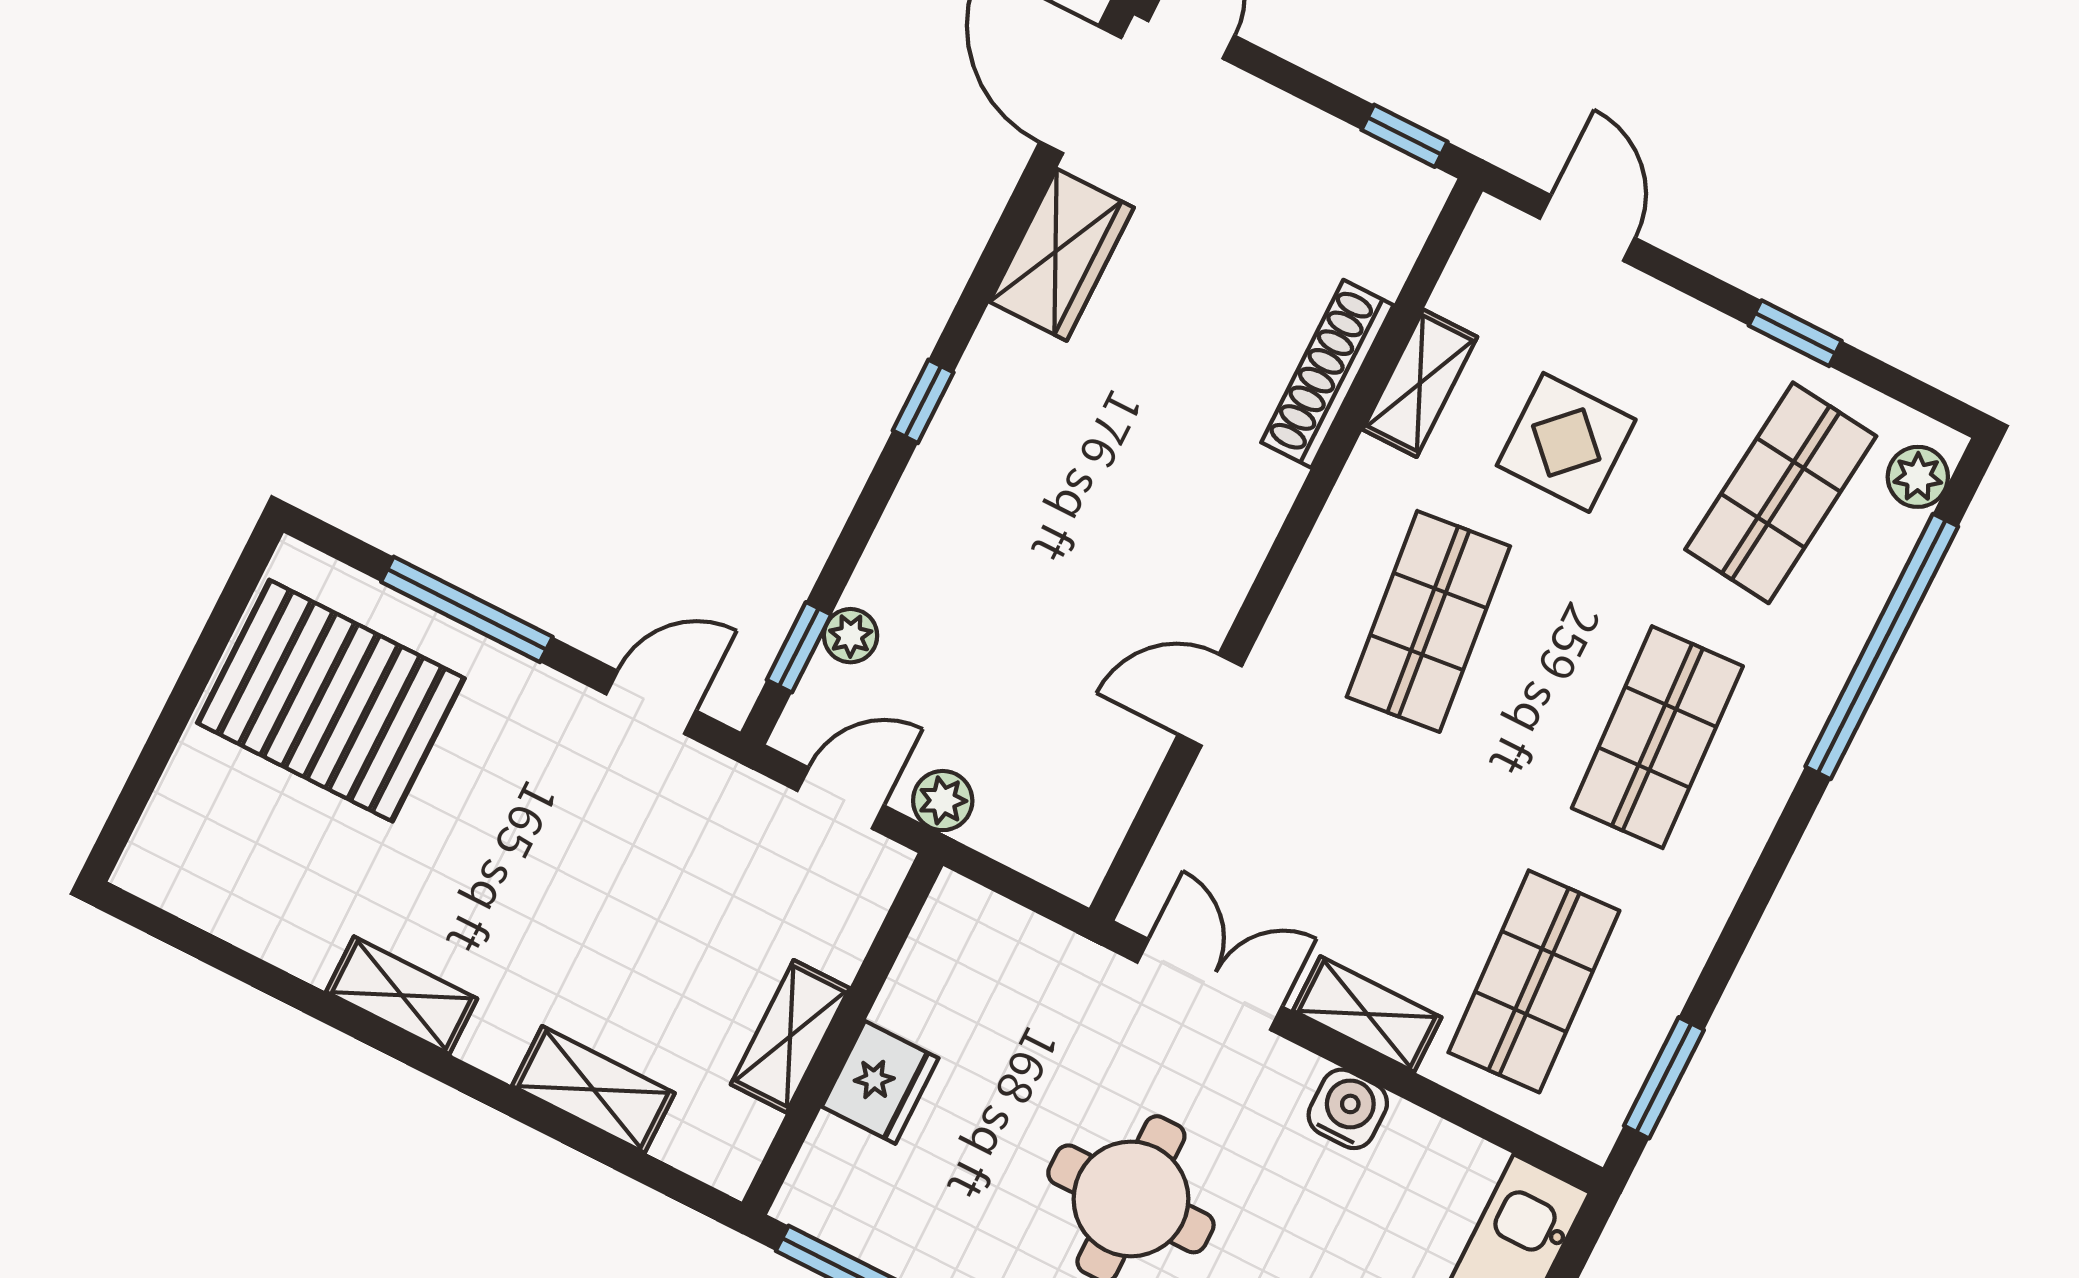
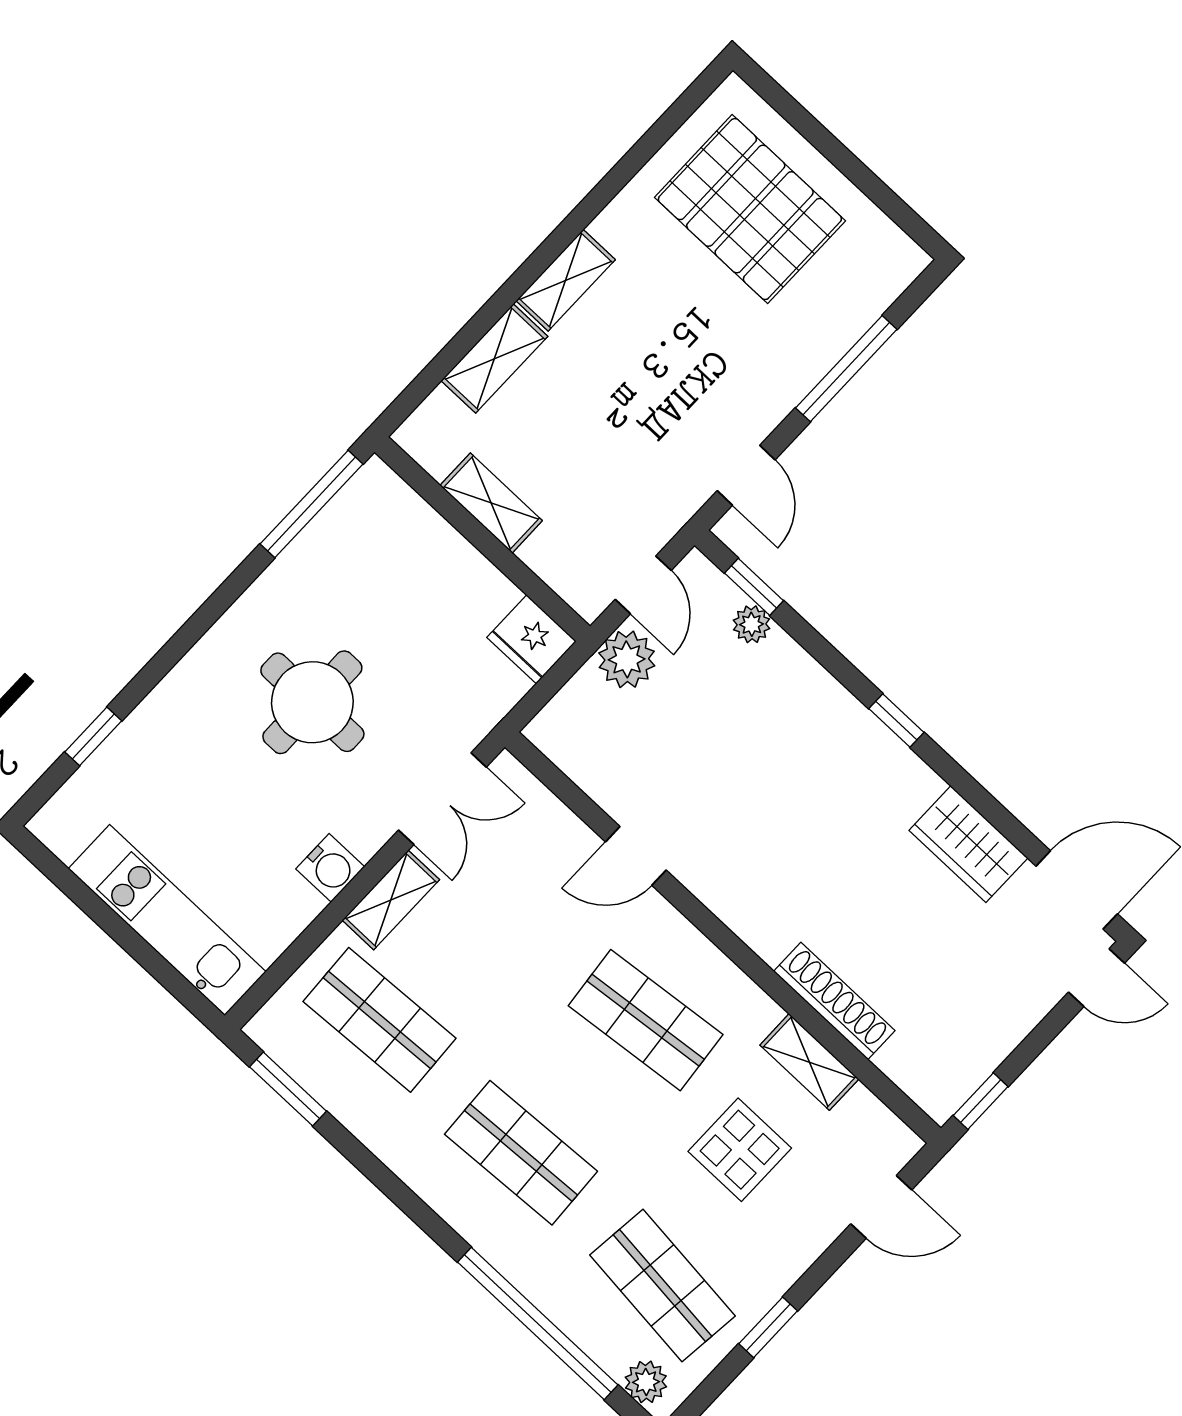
door: (1210, 700) -> (636, 856), swing flipped
pallet: (331, 701) -> (750, 209), moved, turned 90
plant: (943, 801) -> (627, 659), width x1.38, depth x1.38
shelving: (402, 995) -> (566, 280), moved
fridge: (880, 1082) -> (532, 639), moved

